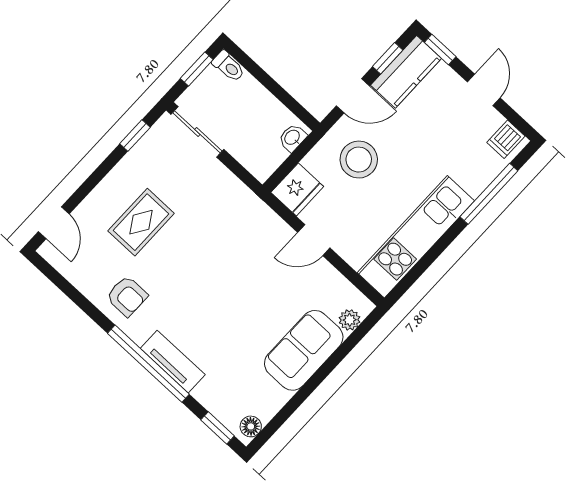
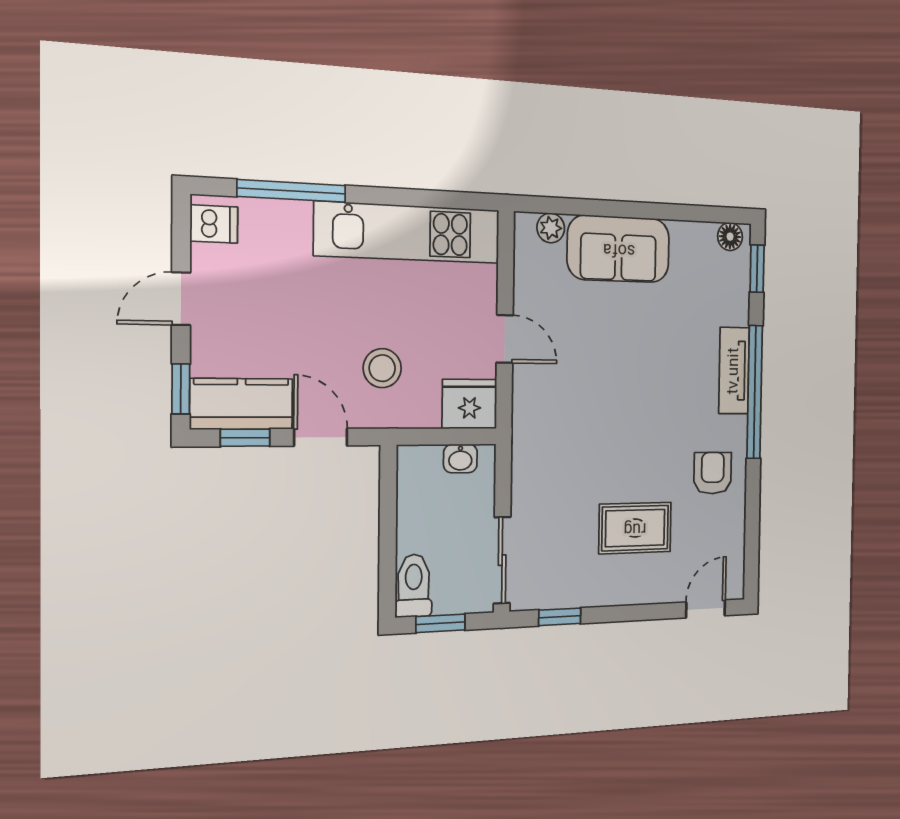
toilet: (229, 66) -> (414, 586), width x1.37, depth x1.39
washbasin: (292, 138) -> (460, 459), moved
stool: (359, 160) -> (382, 368), width x0.73, depth x0.73

